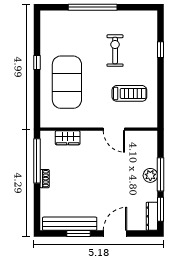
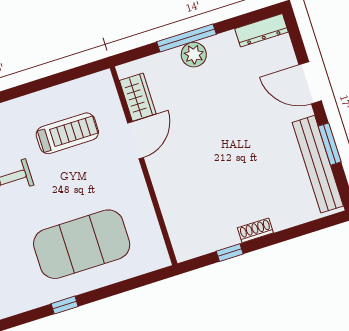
treadmill: (129, 93) -> (67, 133), turned 90
wardrobe: (68, 138) -> (138, 97), moved
window: (37, 161) -> (230, 253), width x0.32
window: (161, 209) -> (245, 19), removed

